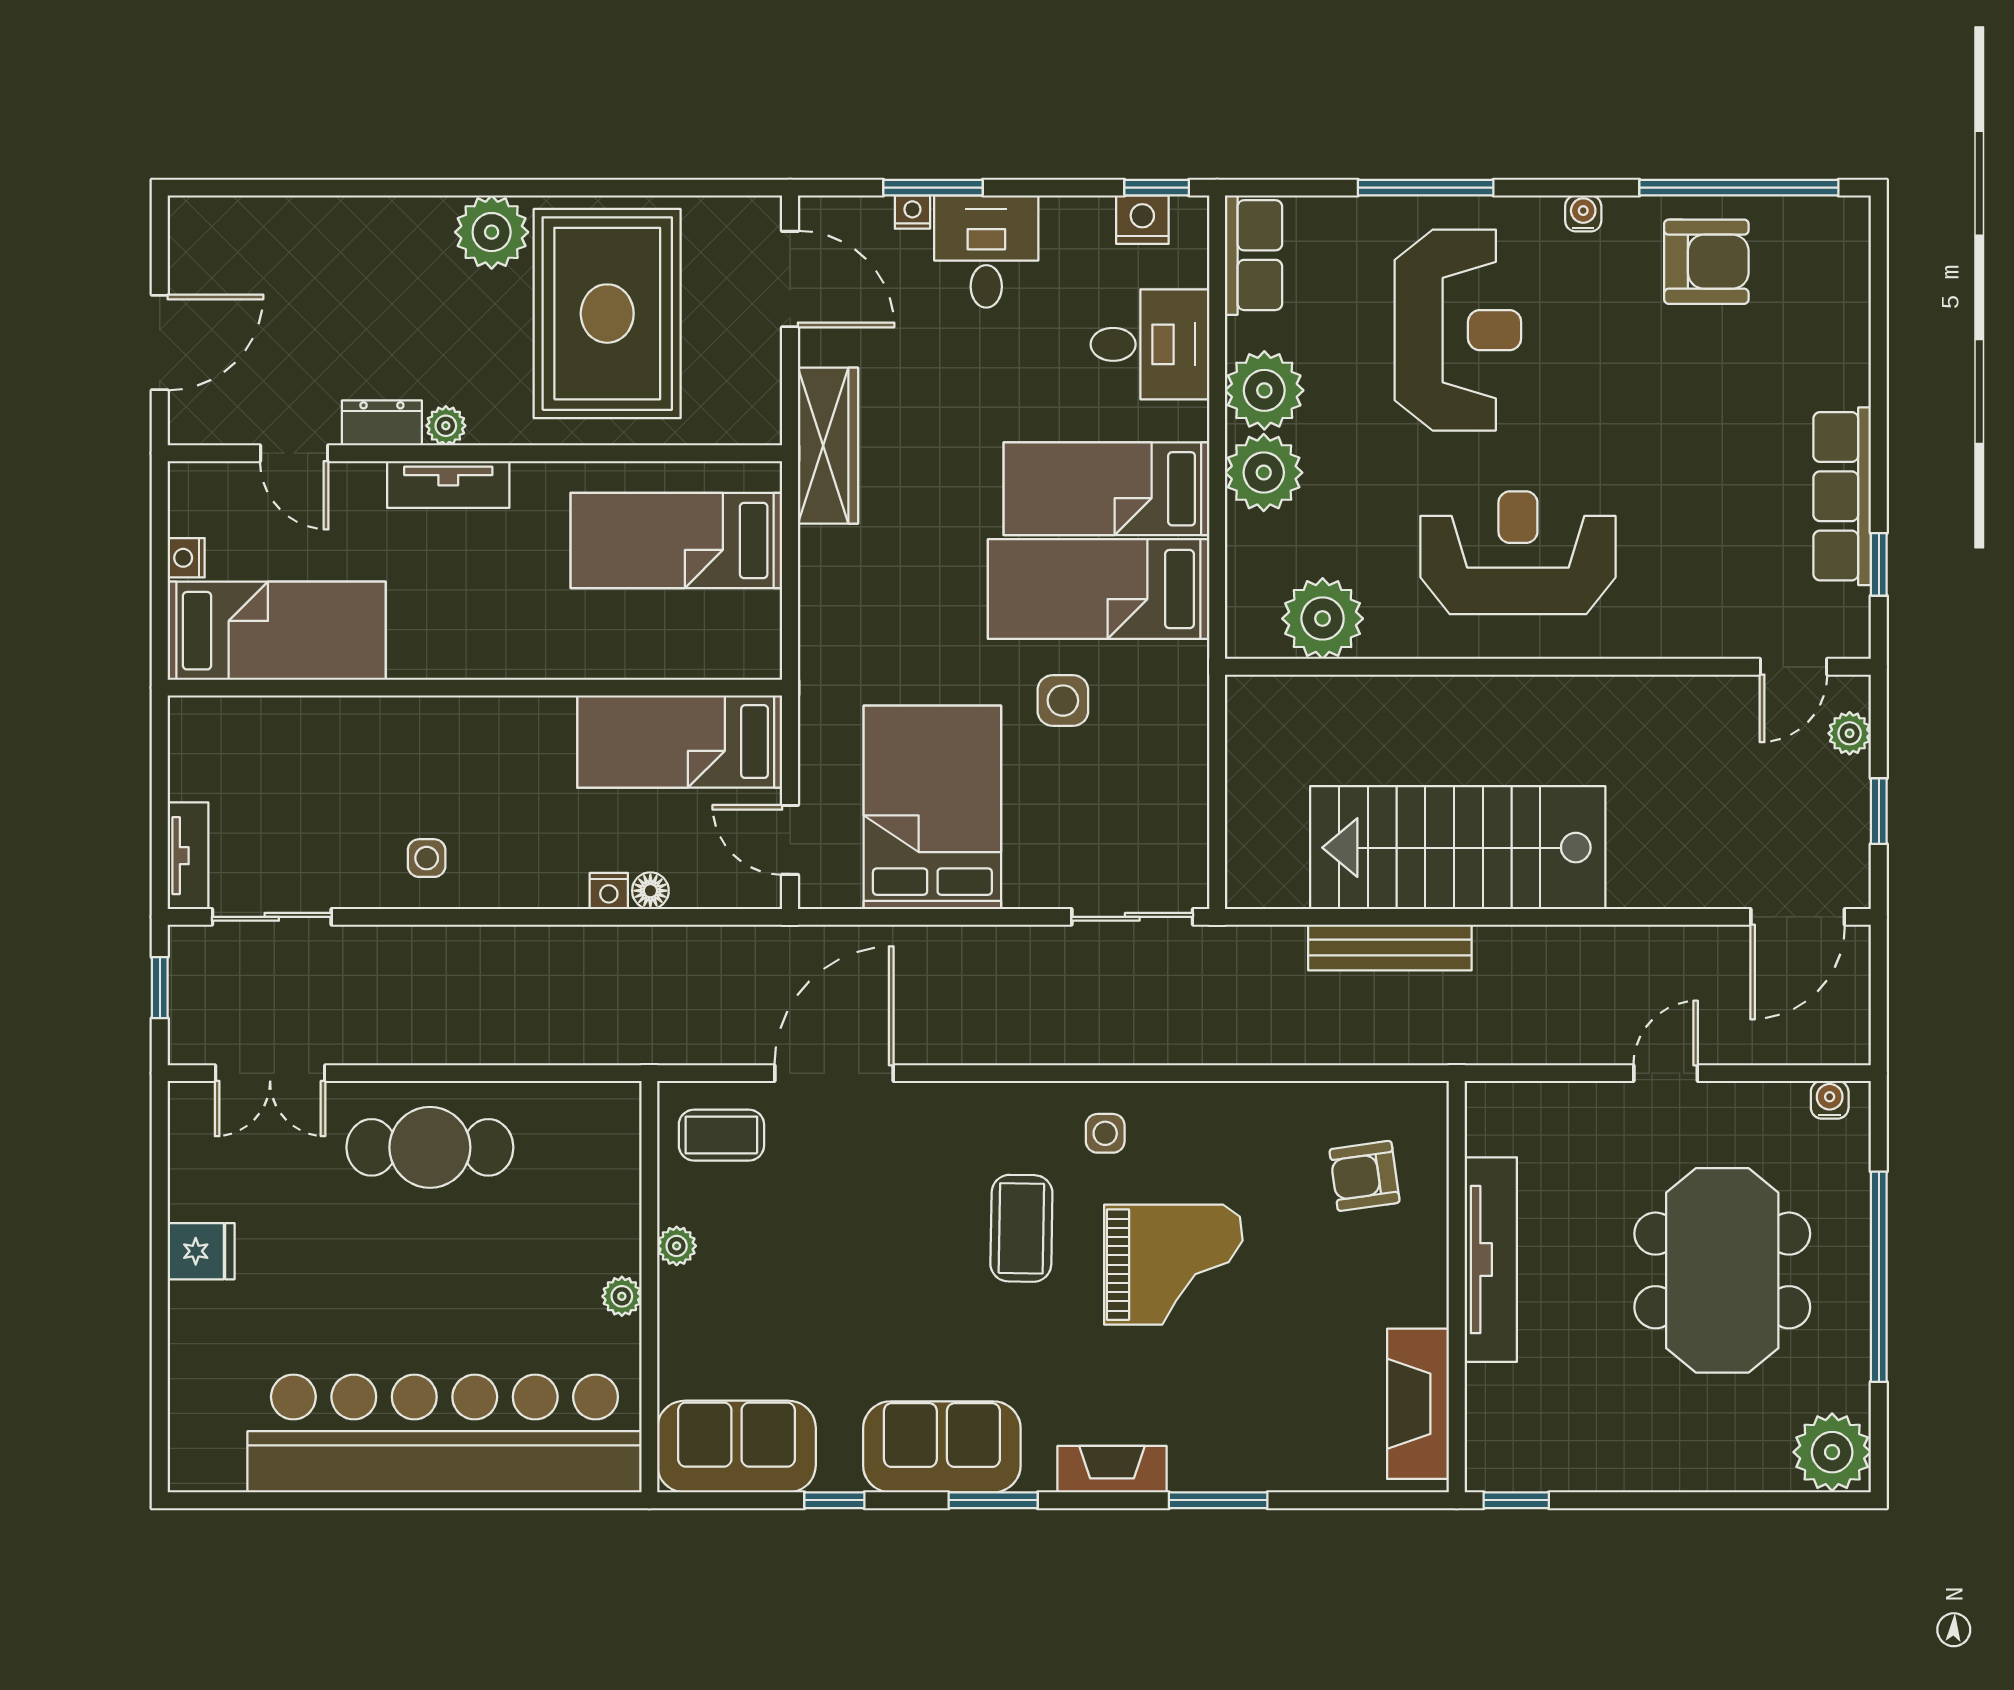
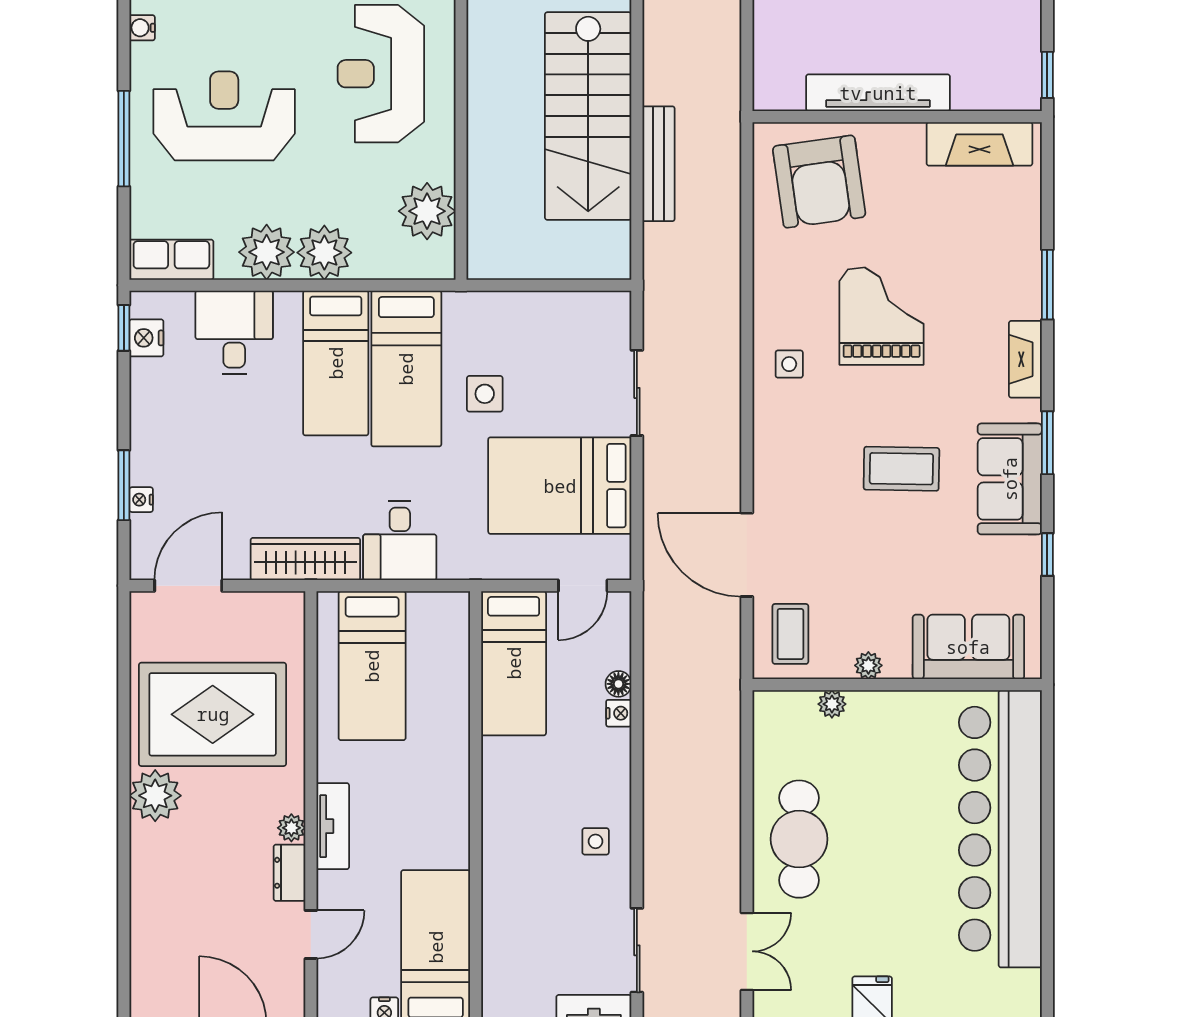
desk: (986, 252) -> (400, 541), moved, turned -90
sliding door: (1132, 917) -> (637, 393), moved
armchair: (1365, 1176) -> (819, 182), width x1.88, depth x1.88
coffee table: (1021, 1228) -> (901, 469), moved
plant: (622, 1296) -> (832, 704), moved
sofa: (737, 1447) -> (968, 647), moved, turned 90

